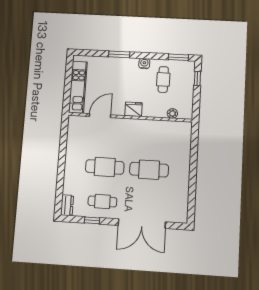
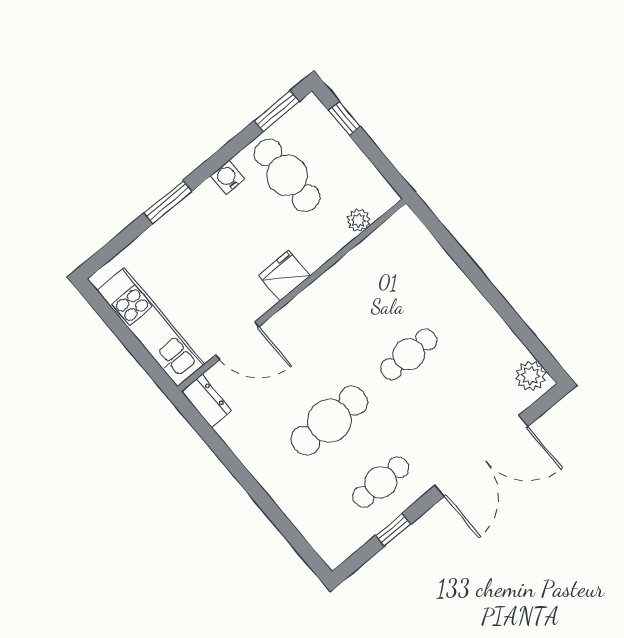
cafe table: (163, 79) -> (287, 175), width x1.37, depth x1.35
door: (100, 116) -> (237, 341), swing flipped
cafe table: (149, 170) -> (409, 354), width x0.73, depth x0.74
dresser: (67, 205) -> (206, 401), moved
plant: (181, 213) -> (531, 376), added

